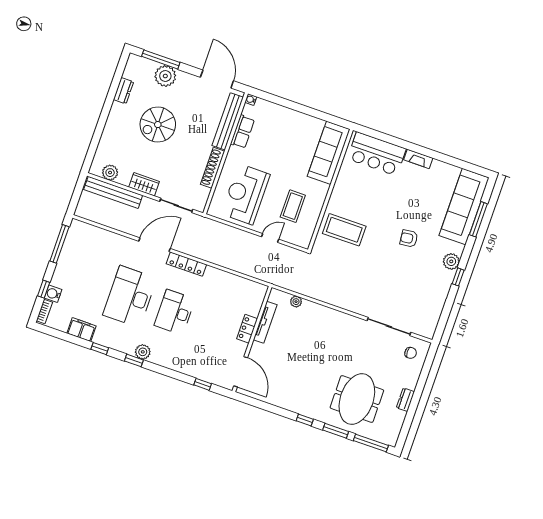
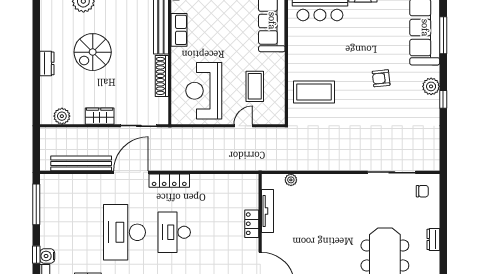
dresser: (124, 91) -> (47, 63), moved
bench: (113, 192) -> (81, 163), moved

